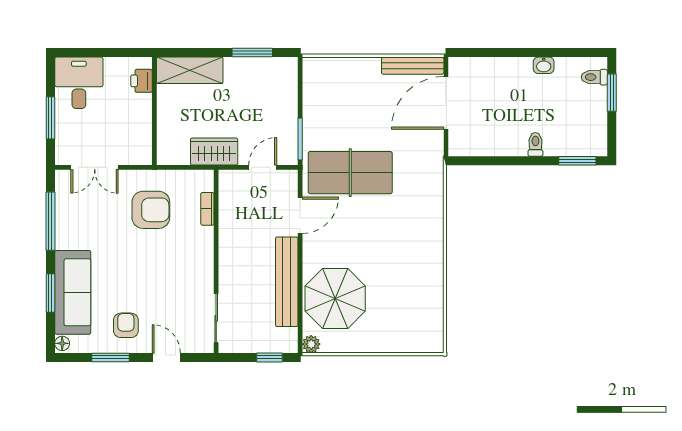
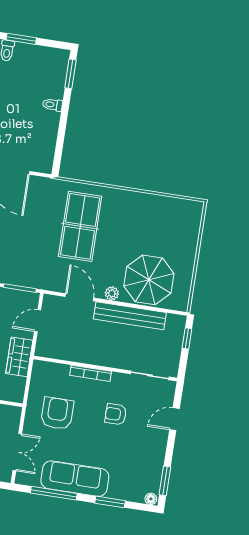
door: (263, 167) -> (38, 321), hinge flipped
table tennis table: (350, 173) -> (80, 226), moved
bookcase: (207, 209) -> (91, 373), moved, width x1.56
sofa: (73, 292) -> (75, 479), moved
armchair: (126, 325) -> (116, 414), moved
plant: (311, 344) -> (112, 293), moved
window: (111, 357) -> (165, 481), moved

